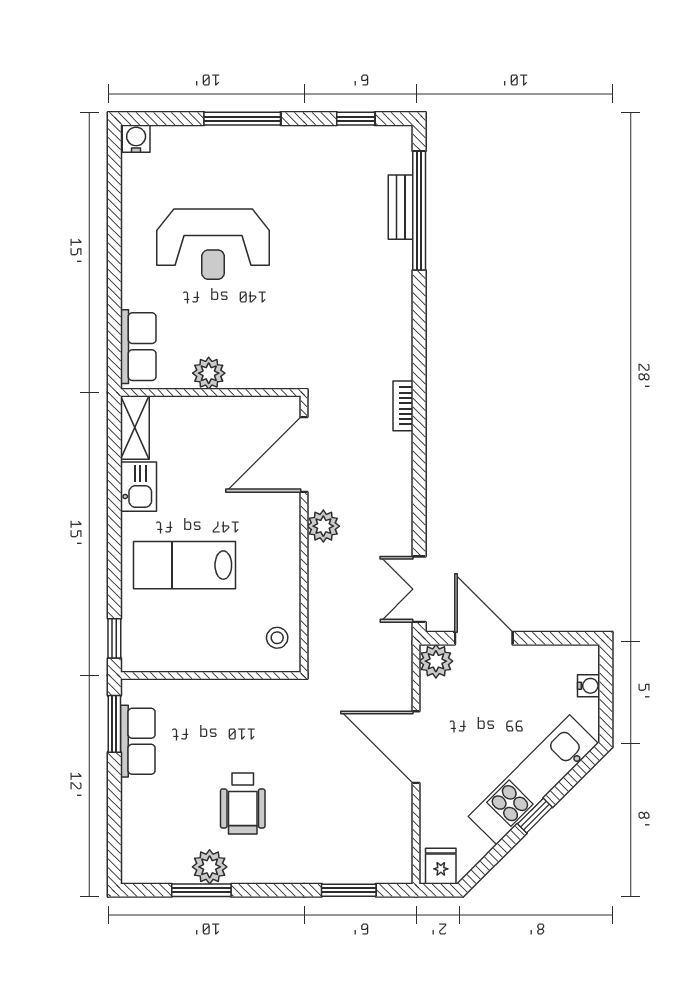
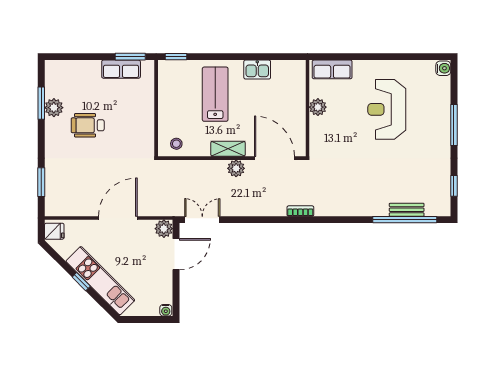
shelving: (135, 427) -> (228, 149), moved
water cooler: (589, 686) -> (166, 310), moved

